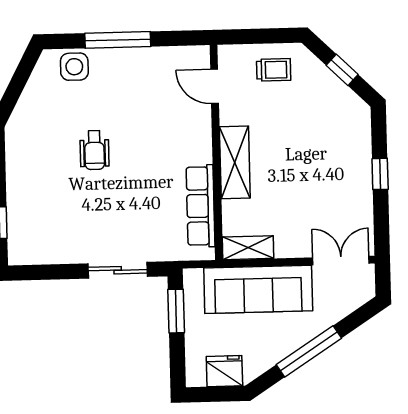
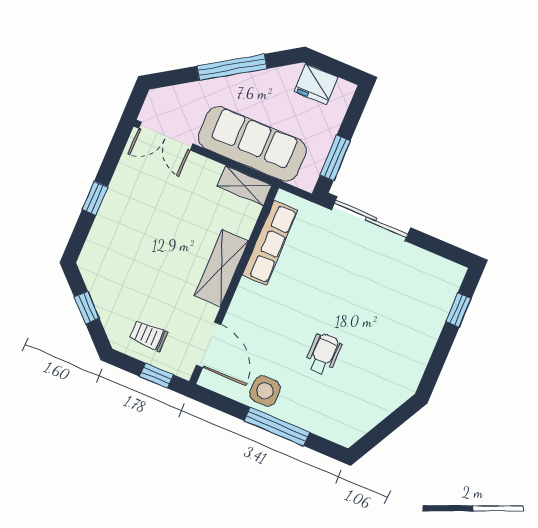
window: (250, 36) -> (156, 376), added
side table: (74, 67) -> (265, 391), moved
door: (215, 86) -> (209, 345), width x1.38
wheelchair: (94, 150) -> (323, 354), moved
sliding door: (118, 270) -> (371, 219), width x1.37

